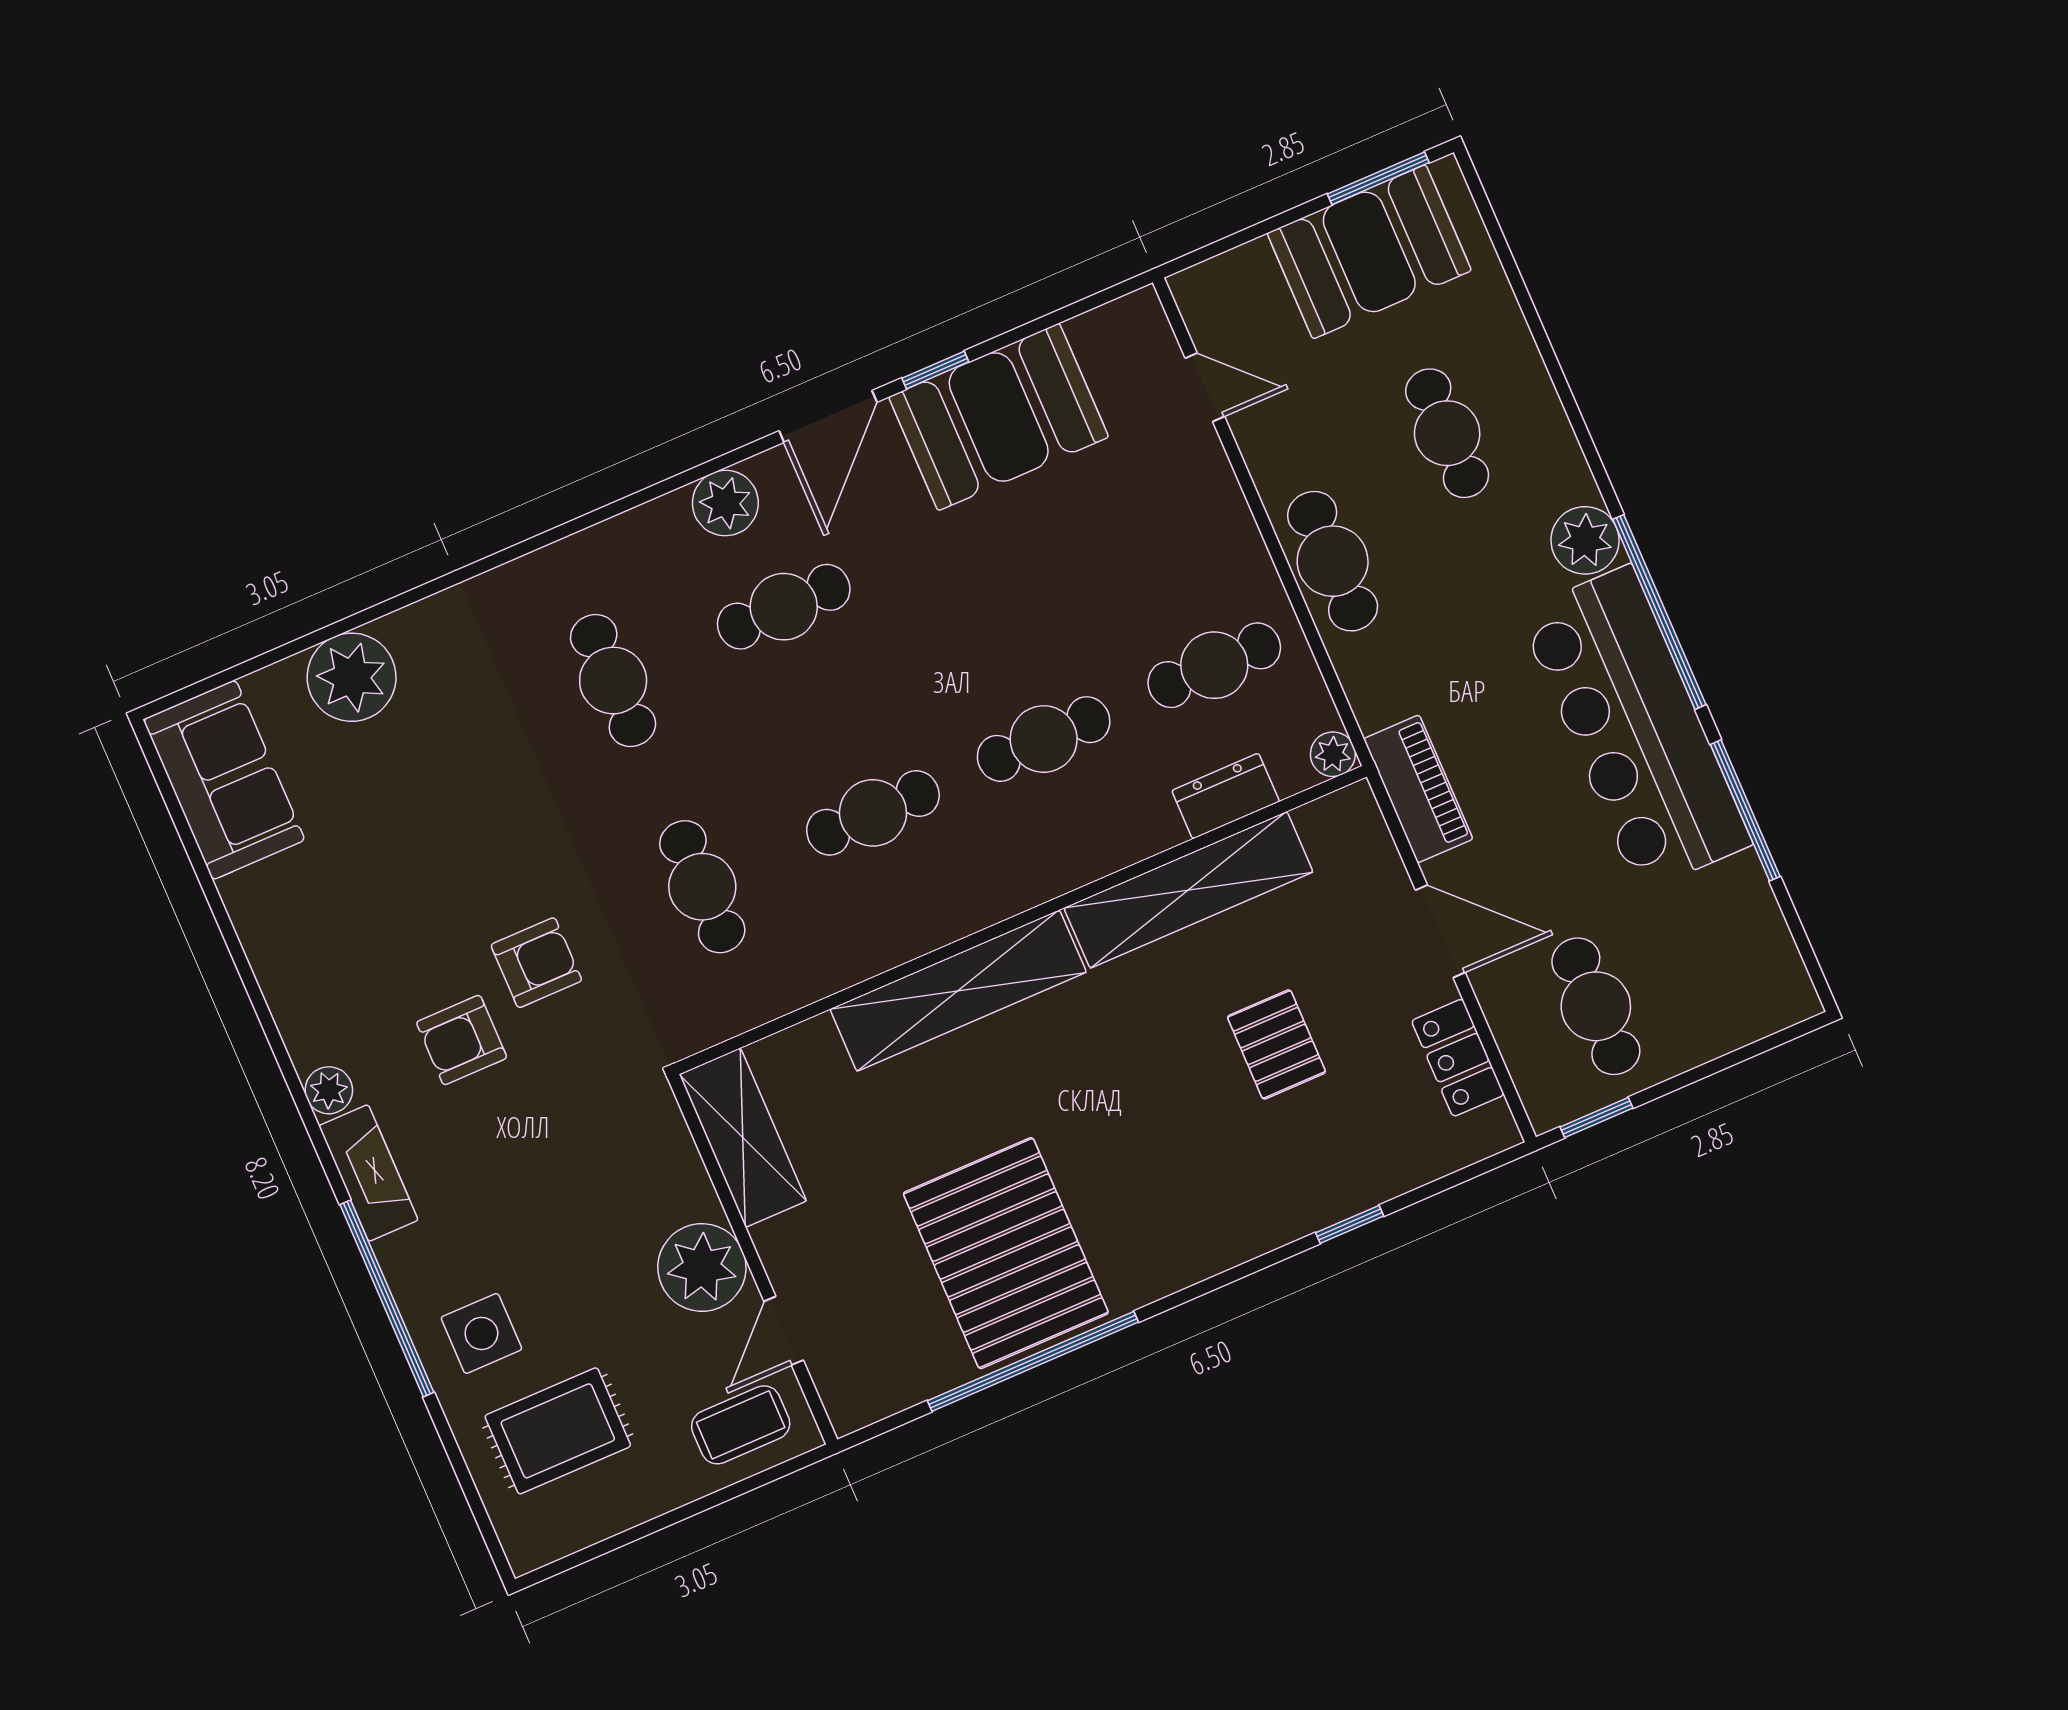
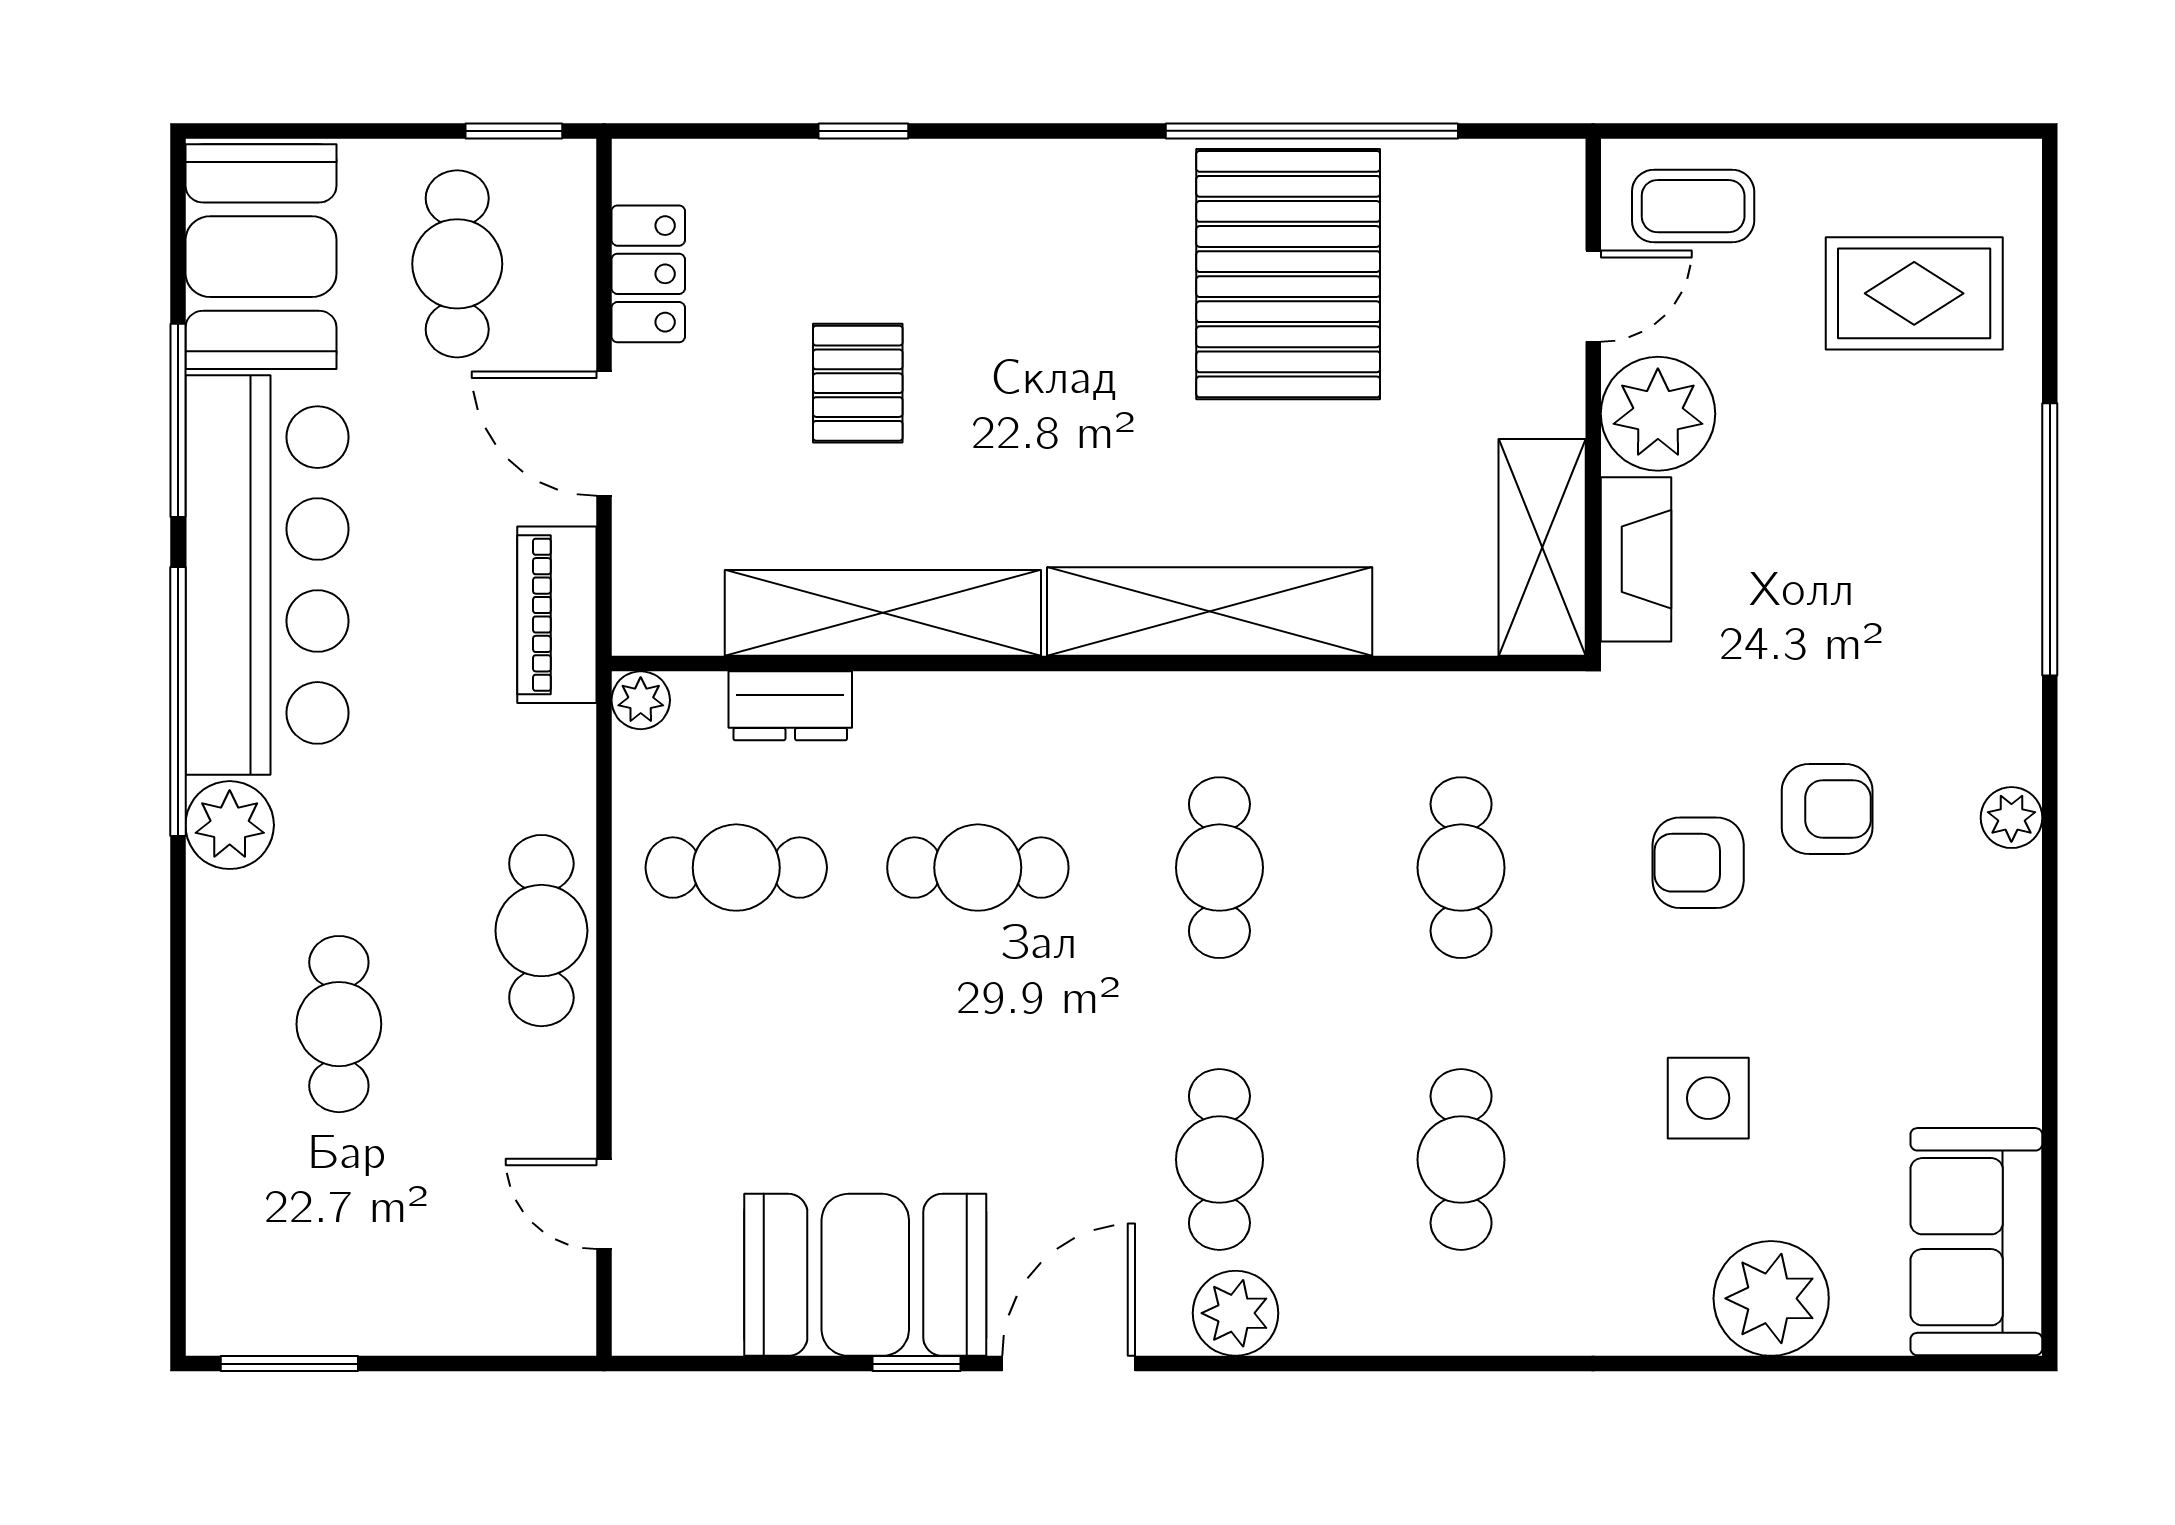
booth: (1369, 252) -> (261, 257), moved, turned 90
cafe table: (784, 607) -> (1219, 1160), turned 90
cafe table: (873, 813) -> (1219, 868), turned 90
fireplace: (368, 1173) -> (1636, 559), moved, turned 180
side table: (481, 1333) -> (1708, 1098), moved

